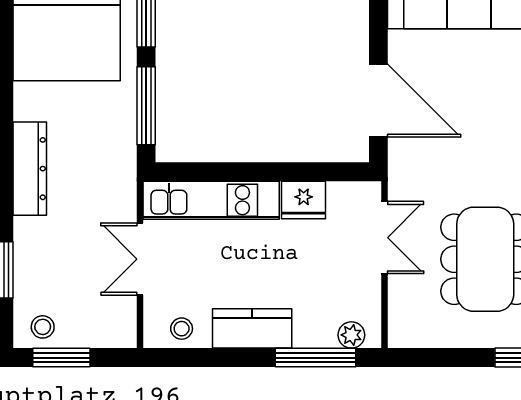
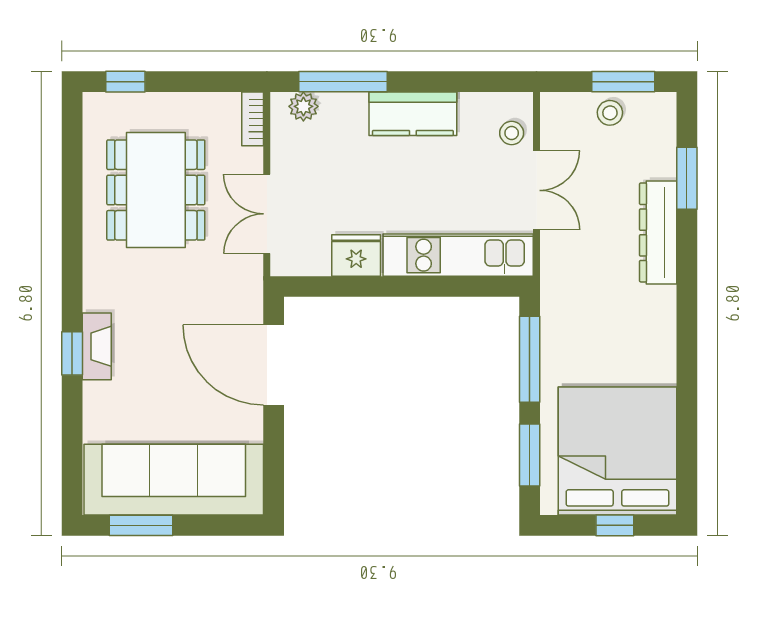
dresser: (30, 169) -> (658, 232), moved
bookcase: (397, 324) -> (253, 119), added
stool: (43, 327) -> (610, 113), moved
stool: (182, 329) -> (512, 133), moved

